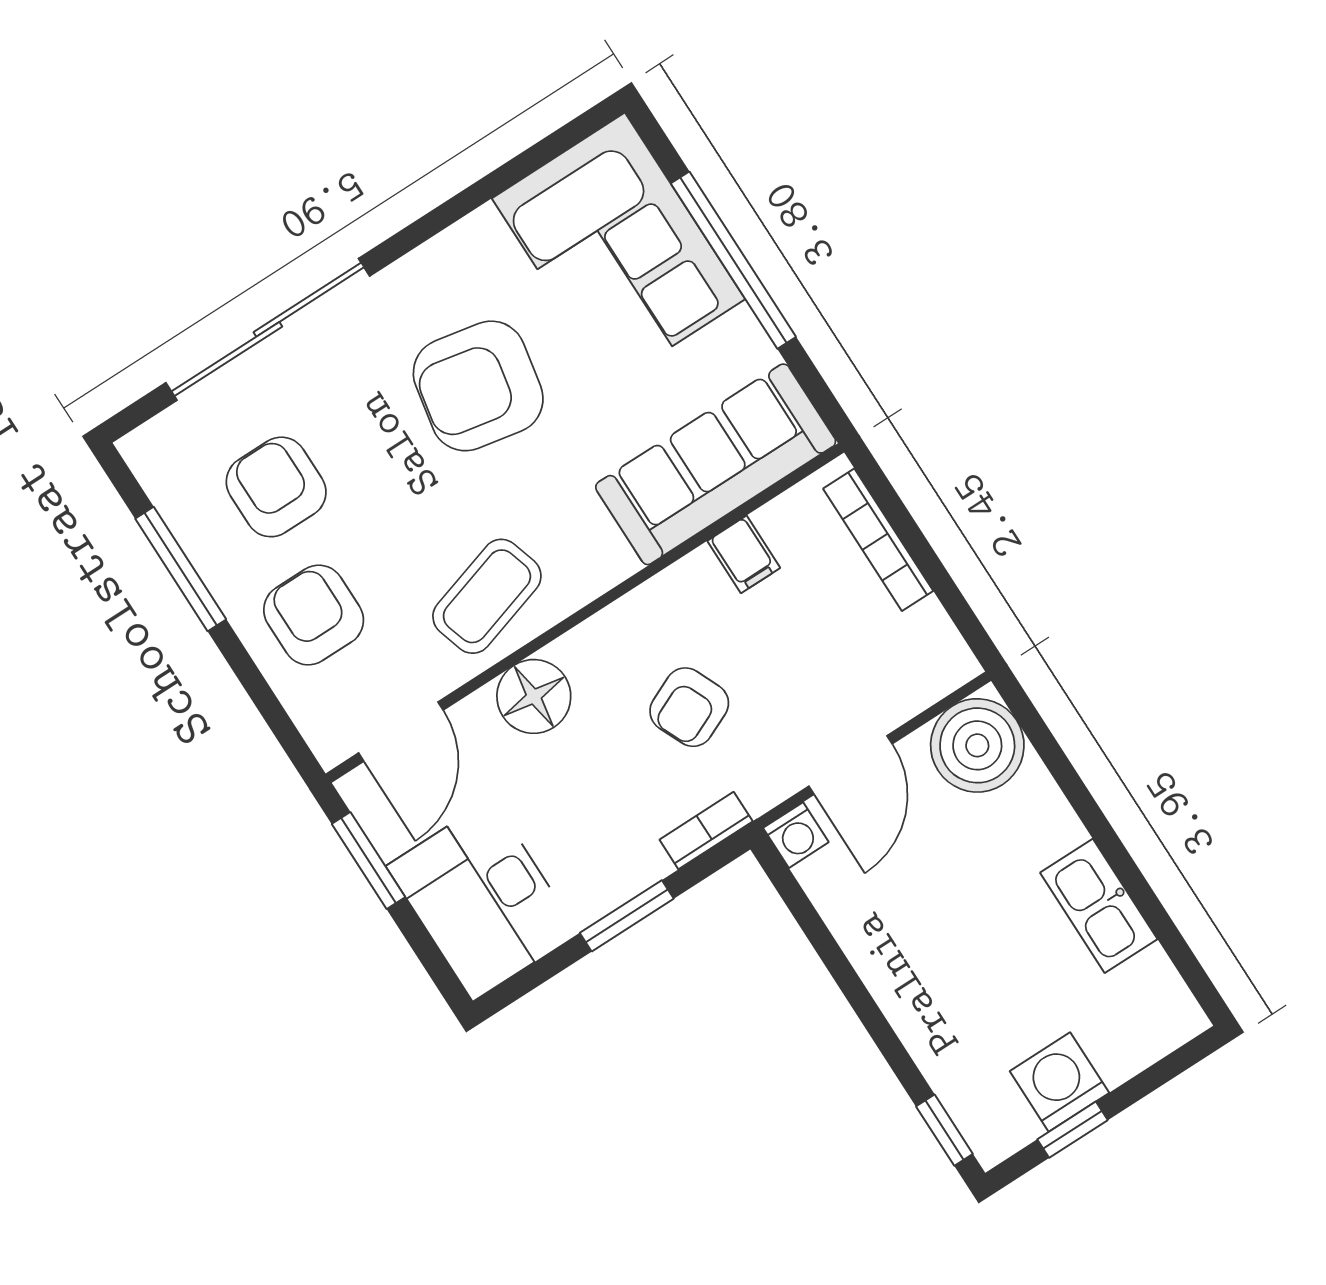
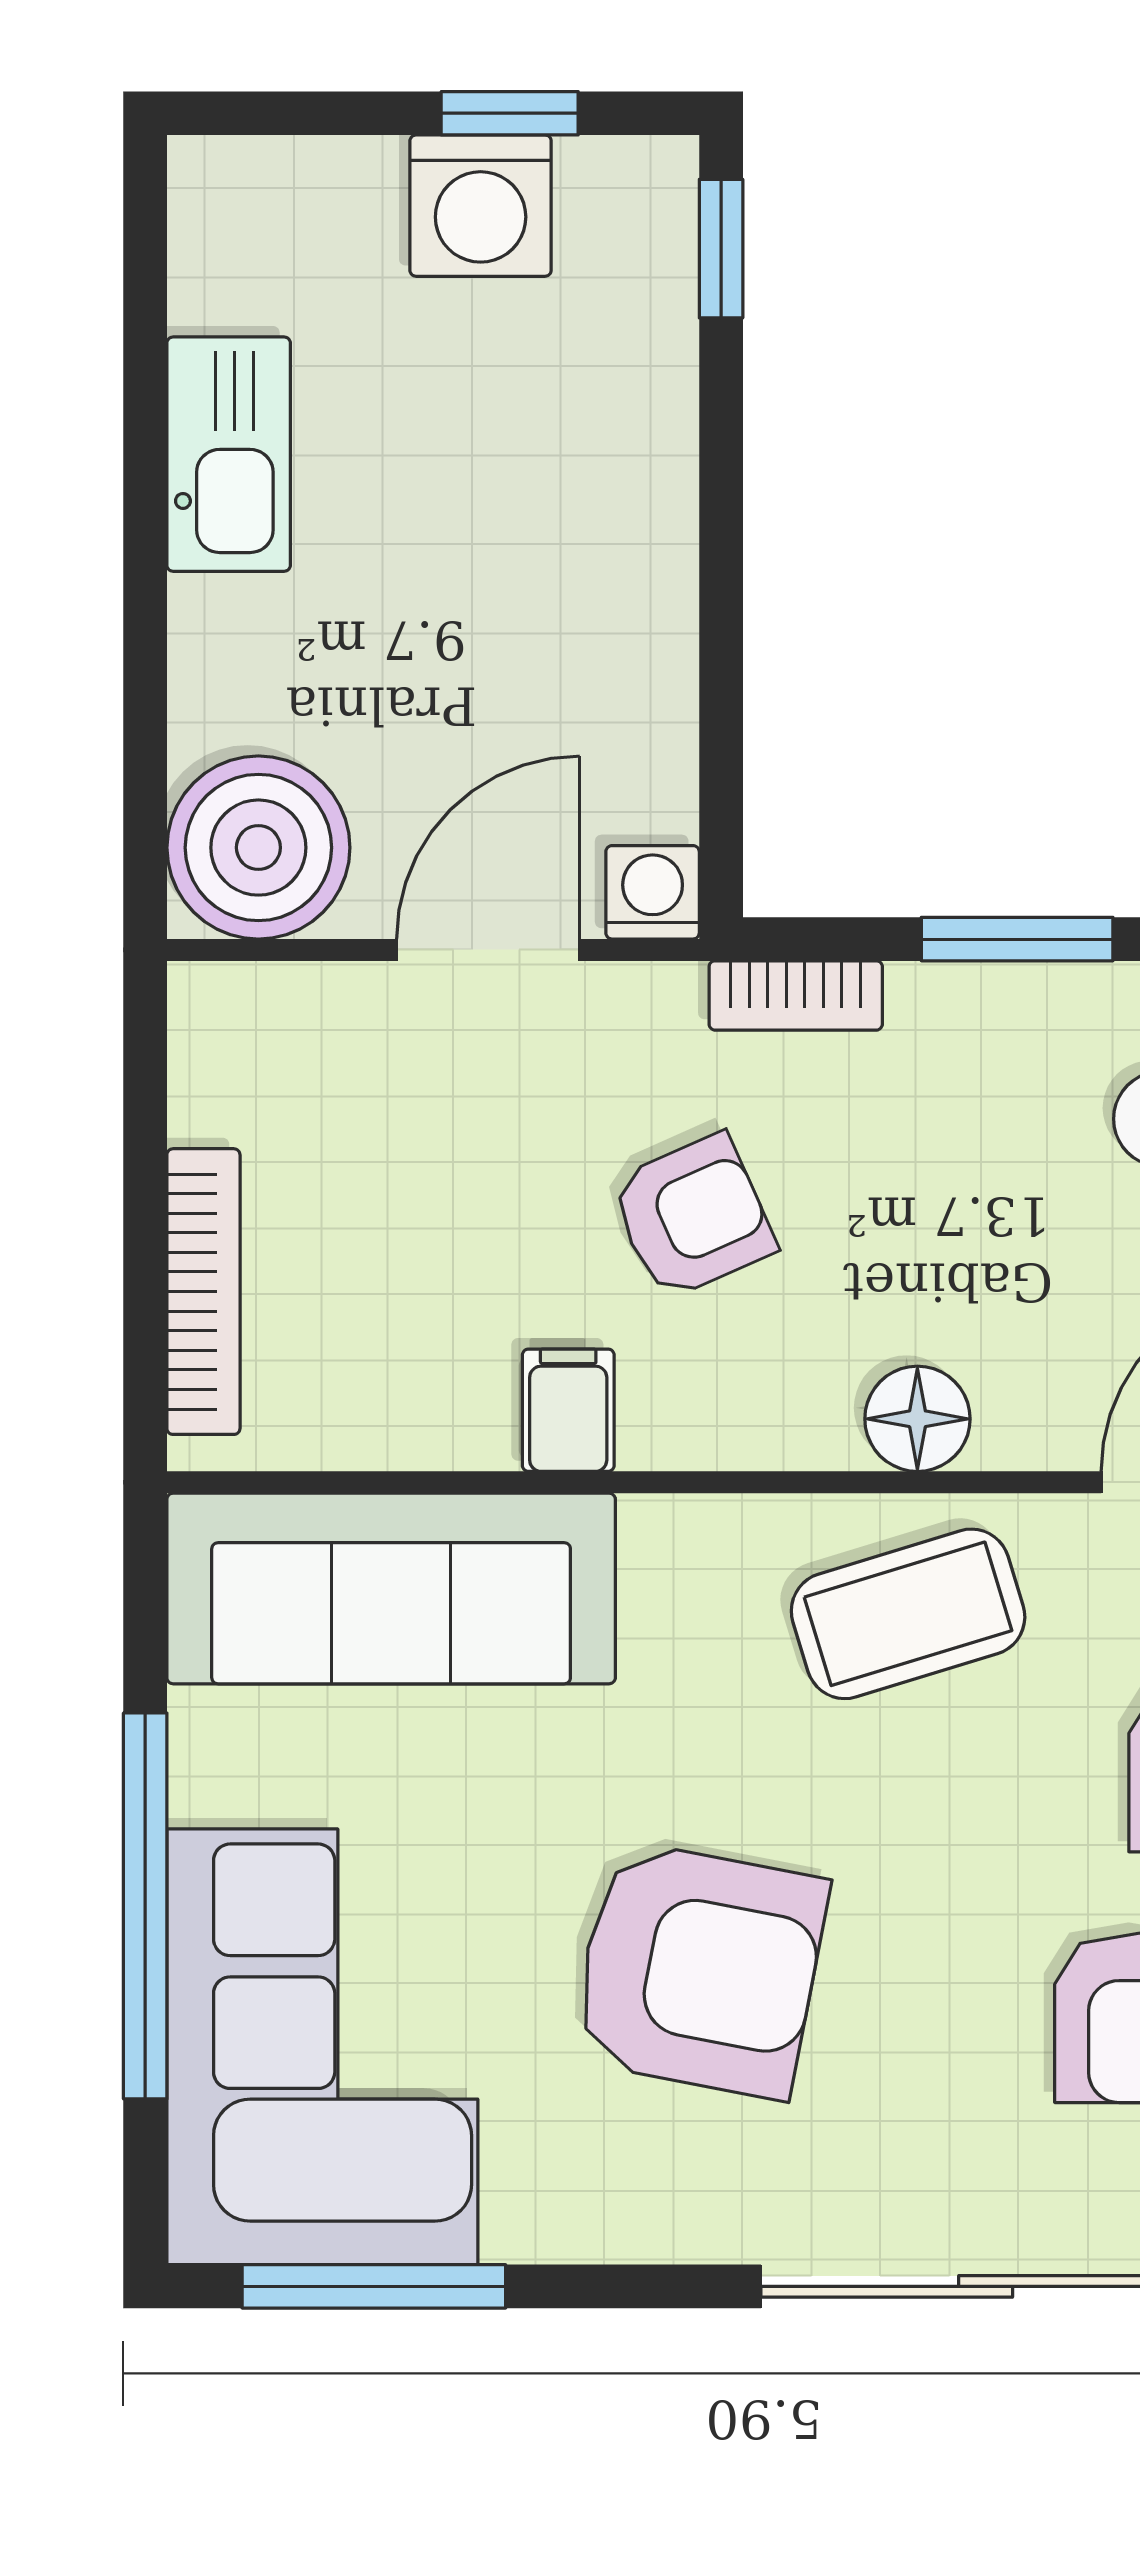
window: (530, 160) -> (374, 2286), added
filing cabinet: (744, 554) -> (568, 1410), moved
floor lamp: (534, 696) -> (917, 1419), width x0.73, depth x0.73

